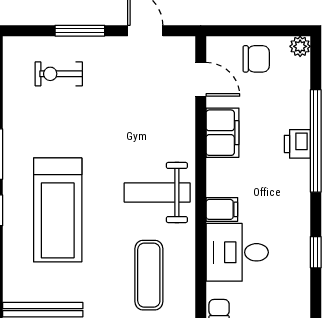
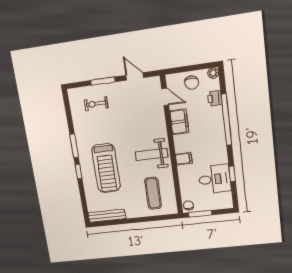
chair: (256, 59) -> (192, 83), turned 90
printer: (297, 144) -> (215, 98), moved
desk: (237, 252) -> (215, 179), moved, turned 180

